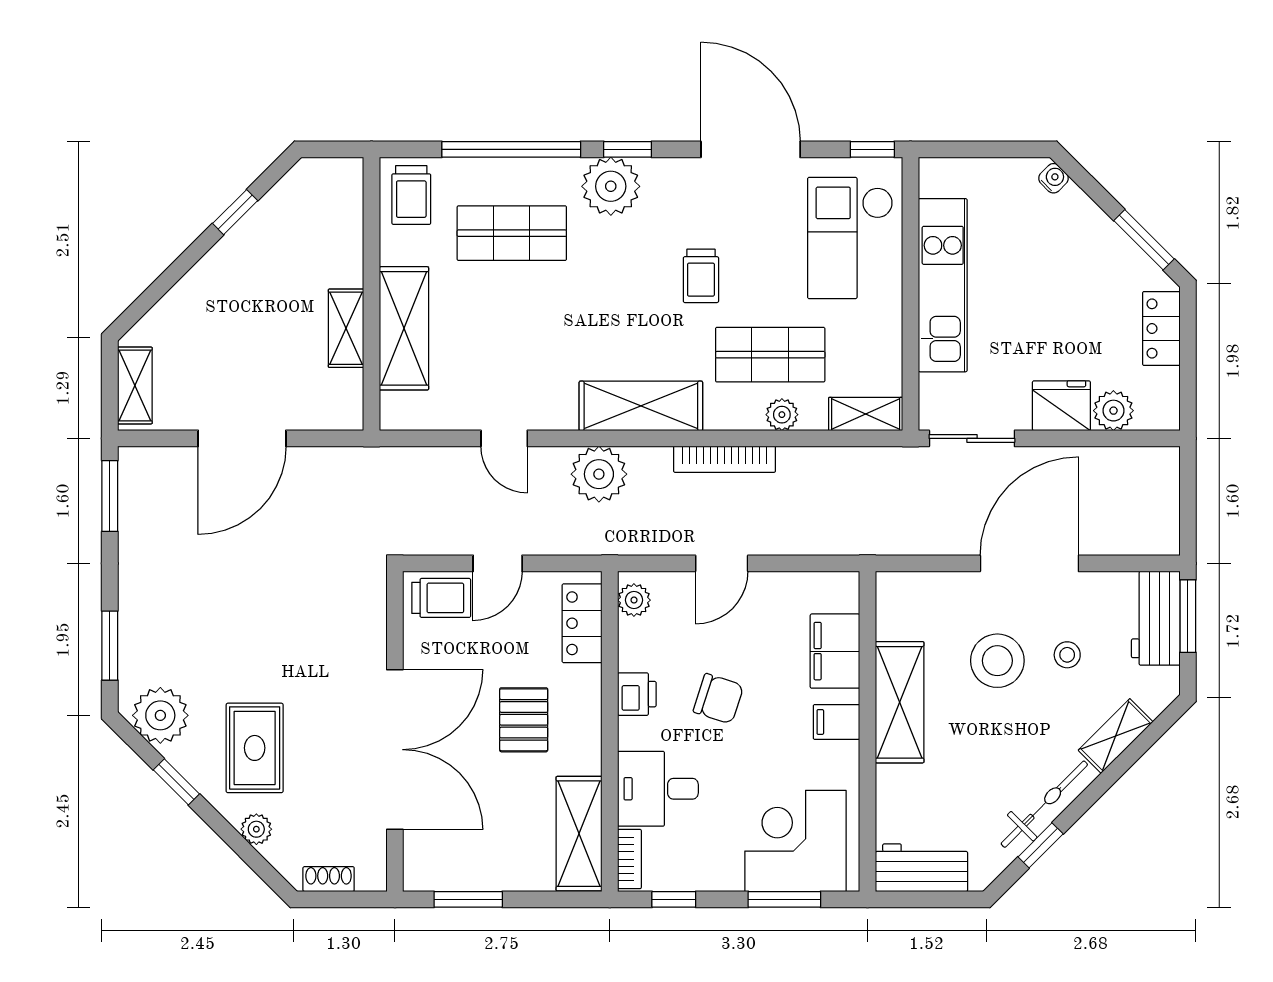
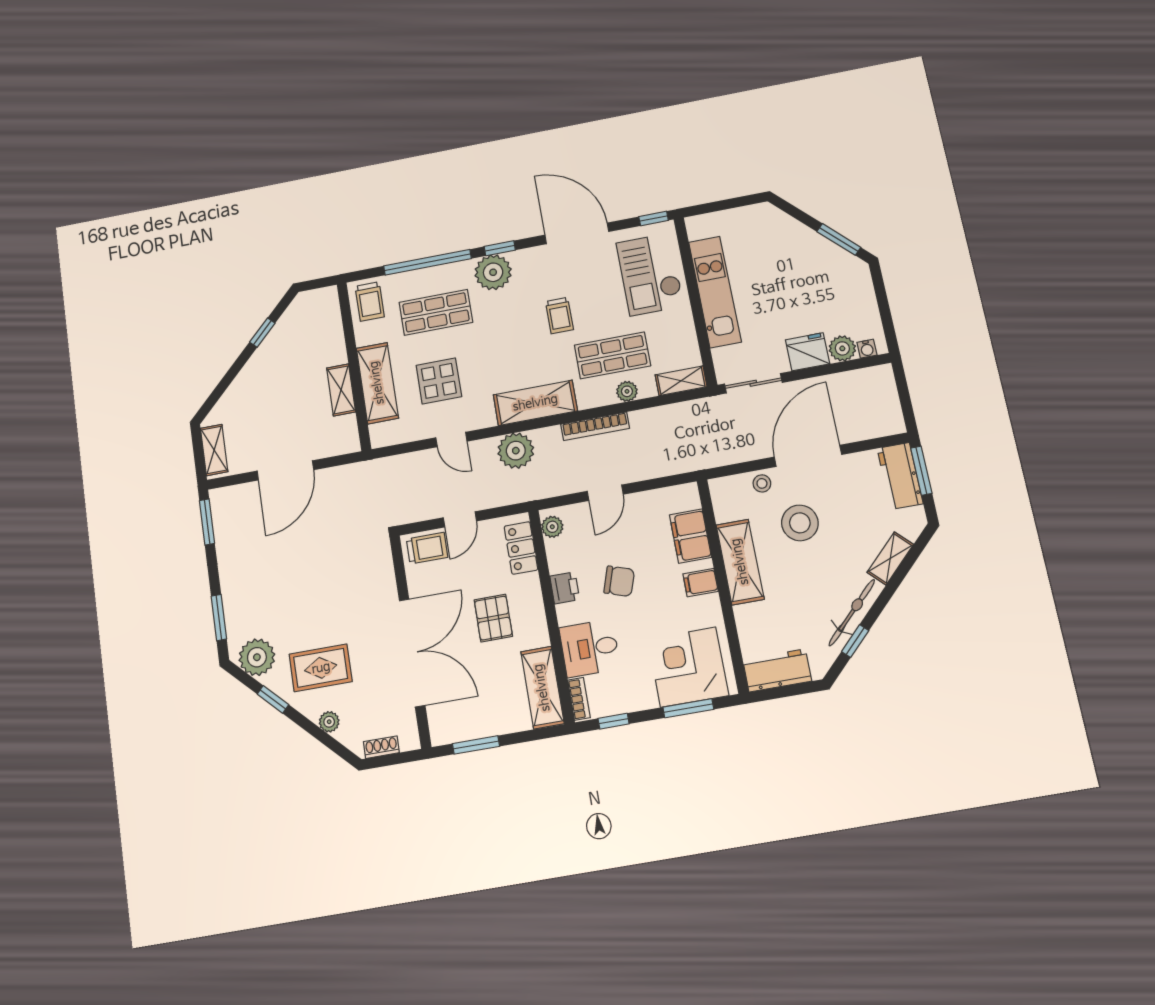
water cooler: (1053, 178) -> (867, 349), moved, turned 135
locker: (1161, 329) -> (862, 292), removed
display table: (499, 343) -> (439, 381), added
stool: (1067, 655) -> (762, 483), moved
rug: (255, 748) -> (321, 668), turned 90

